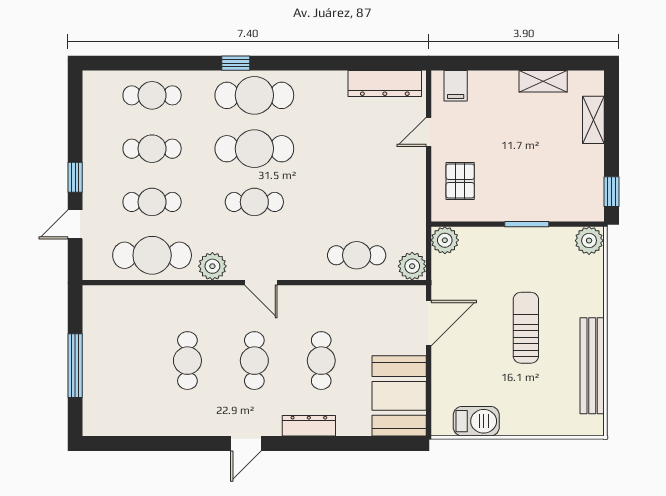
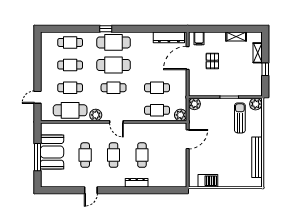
door: (429, 132) -> (188, 58), width x1.88
window: (75, 177) -> (37, 77), removed
pallet: (460, 181) -> (212, 61), moved
window: (611, 192) -> (265, 69), moved
cafe table: (357, 202) -> (157, 88), added
sun lounger: (526, 328) -> (240, 118), moved
booth: (399, 396) -> (52, 152), moved
door: (246, 443) -> (91, 190), moved

